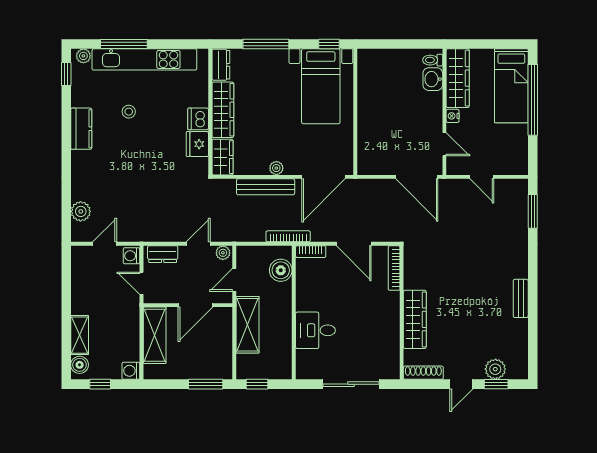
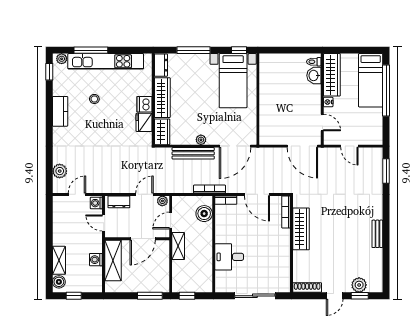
wardrobe: (415, 319) -> (301, 229), moved
shelving: (248, 325) -> (178, 246), width x0.67, depth x0.75
washing machine: (131, 371) -> (96, 260), moved

